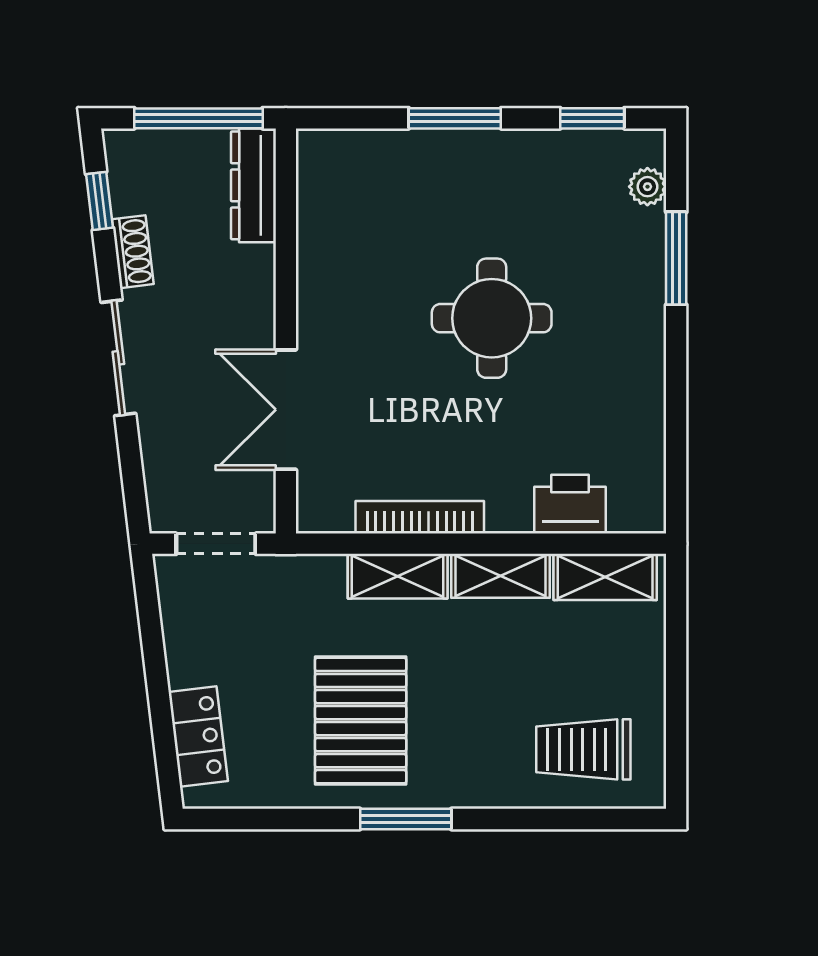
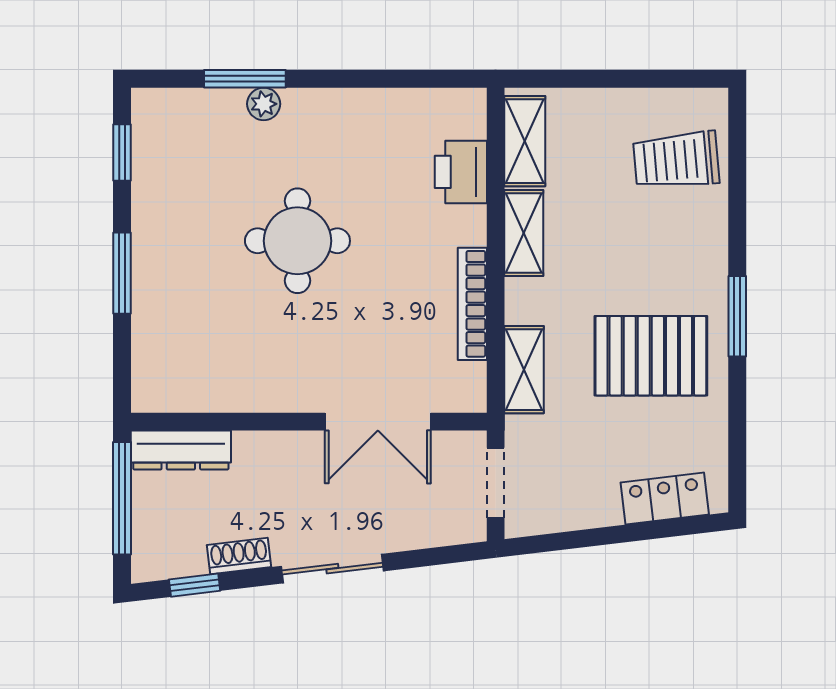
plant: (647, 187) -> (264, 104), moved
shelving: (398, 576) -> (524, 370), moved
trolley: (583, 749) -> (676, 160), turned 85

